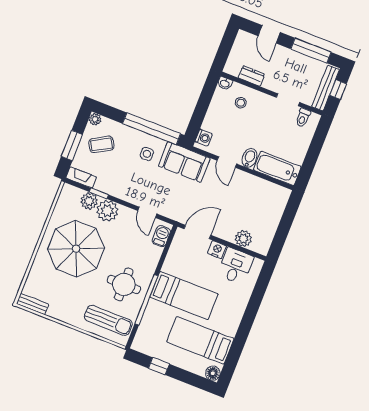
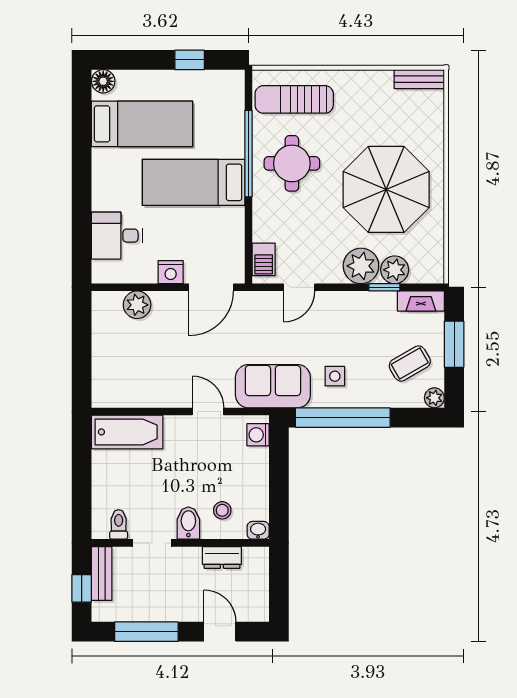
bench: (326, 88) -> (102, 573), width x0.73
bidet: (249, 158) -> (188, 523), moved, turned 180
door: (147, 212) -> (299, 287), swing flipped
desk: (236, 266) -> (117, 236), moved, turned 90

